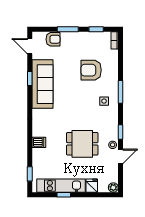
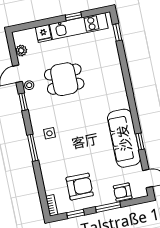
armchair: (91, 70) -> (80, 187), moved
dishwasher: (39, 142) -> (114, 70), removed
plant: (113, 188) -> (21, 51), moved

